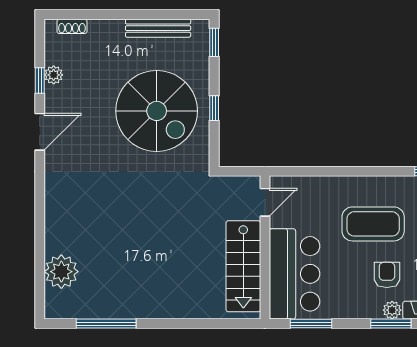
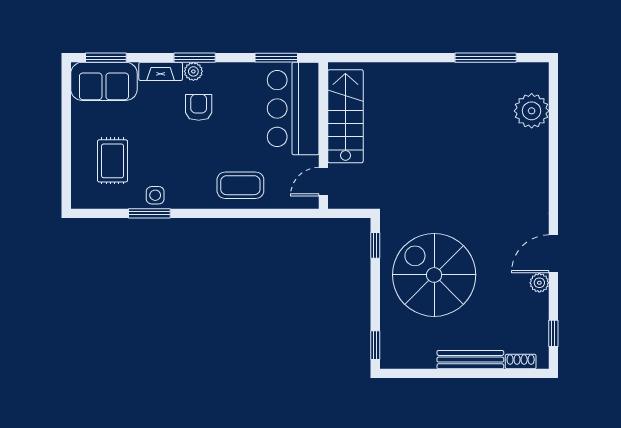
bench: (158, 28) -> (470, 360), moved
plant: (54, 75) -> (539, 283), moved
window: (40, 80) -> (553, 333), moved
window: (214, 108) -> (375, 245), moved
coffee table: (373, 224) -> (240, 185), moved, width x0.73, depth x0.76
armchair: (387, 275) -> (199, 107), turned 180

